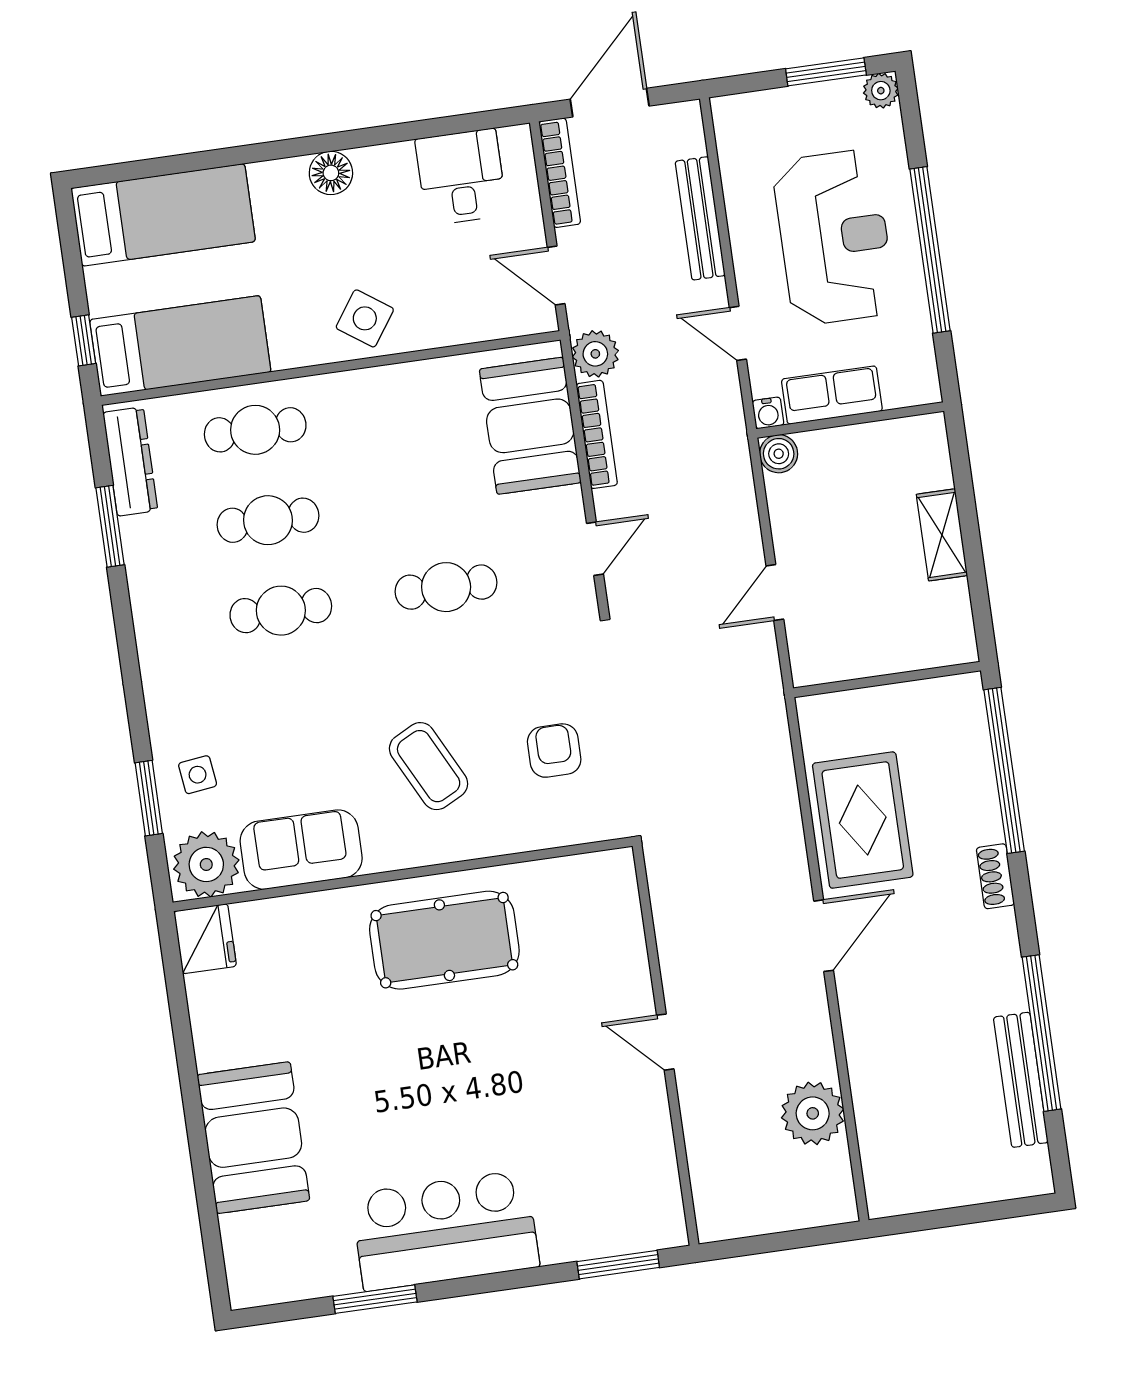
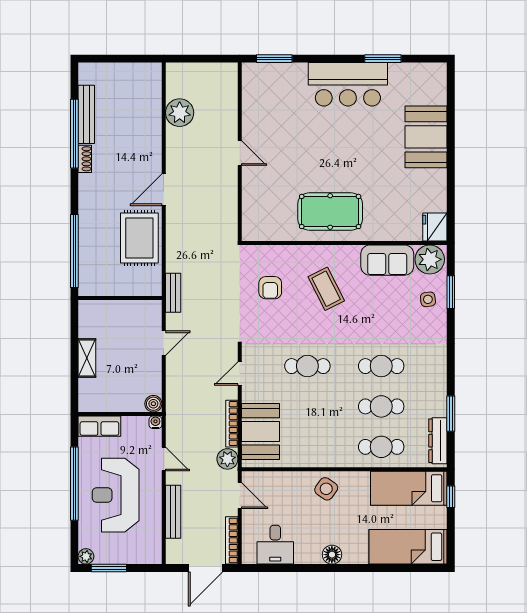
row of seats: (832, 395) -> (99, 426), moved
bench: (770, 709) -> (173, 293), added
shoe rack: (995, 876) -> (85, 159), moved

